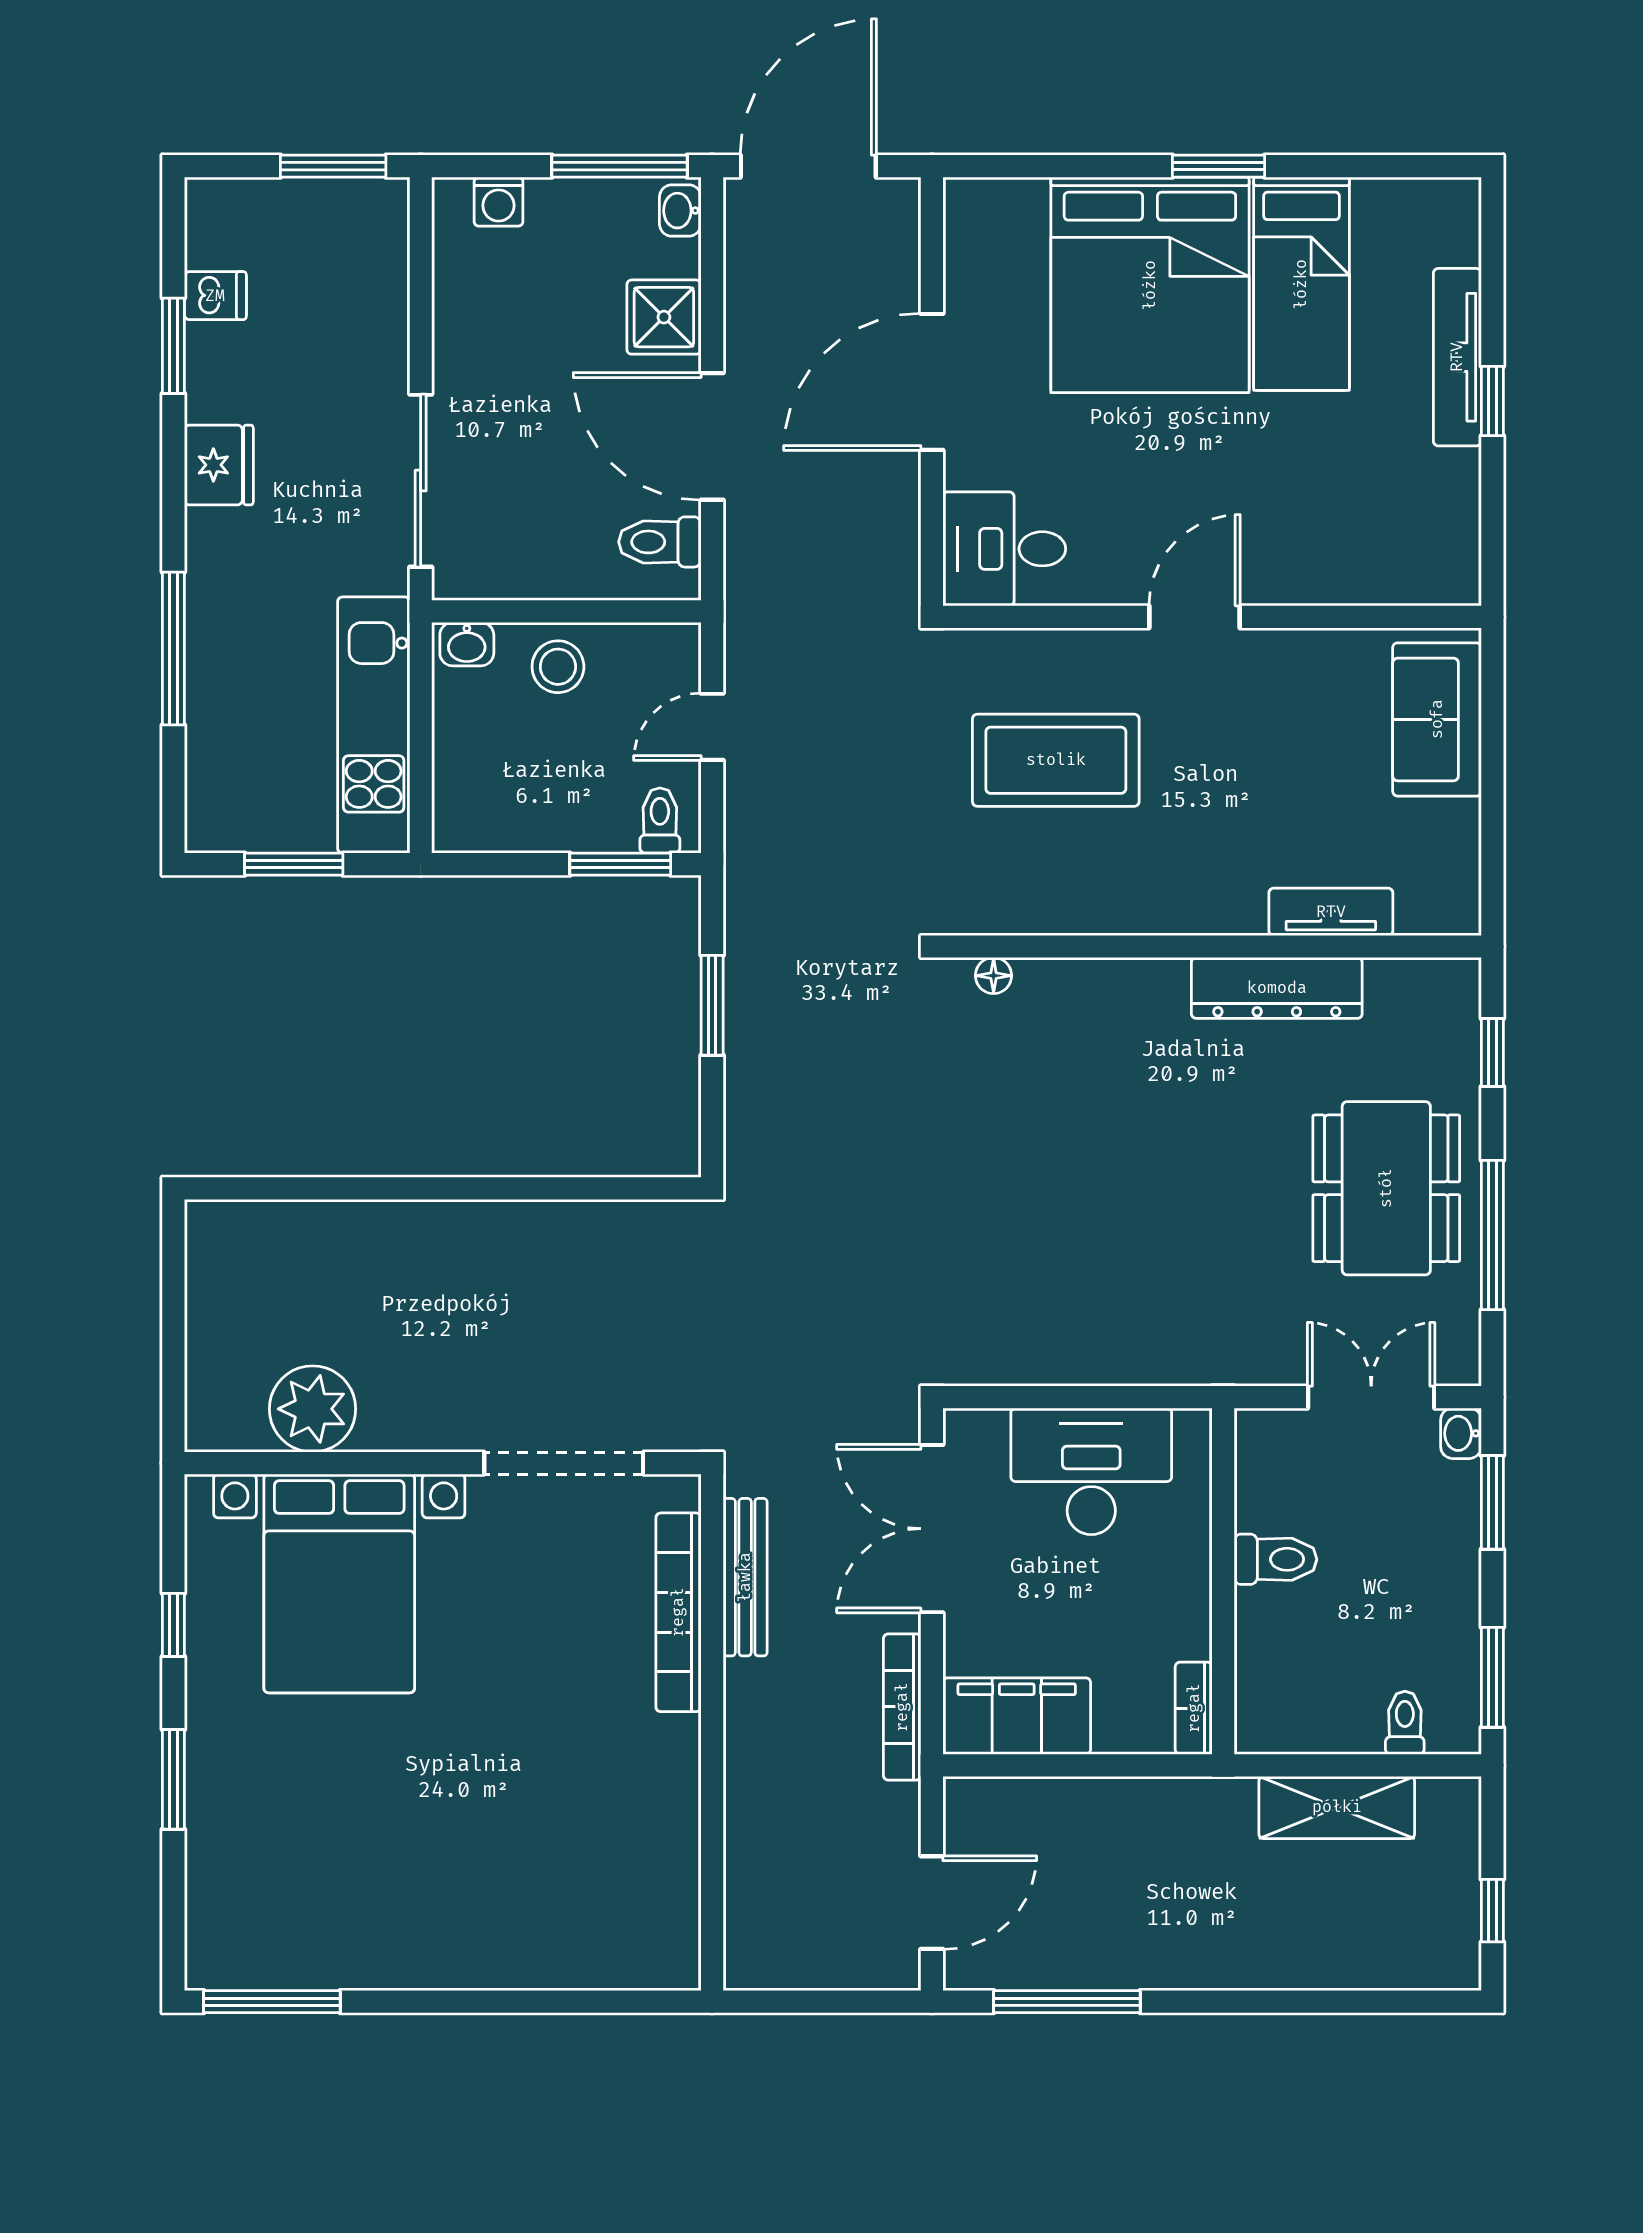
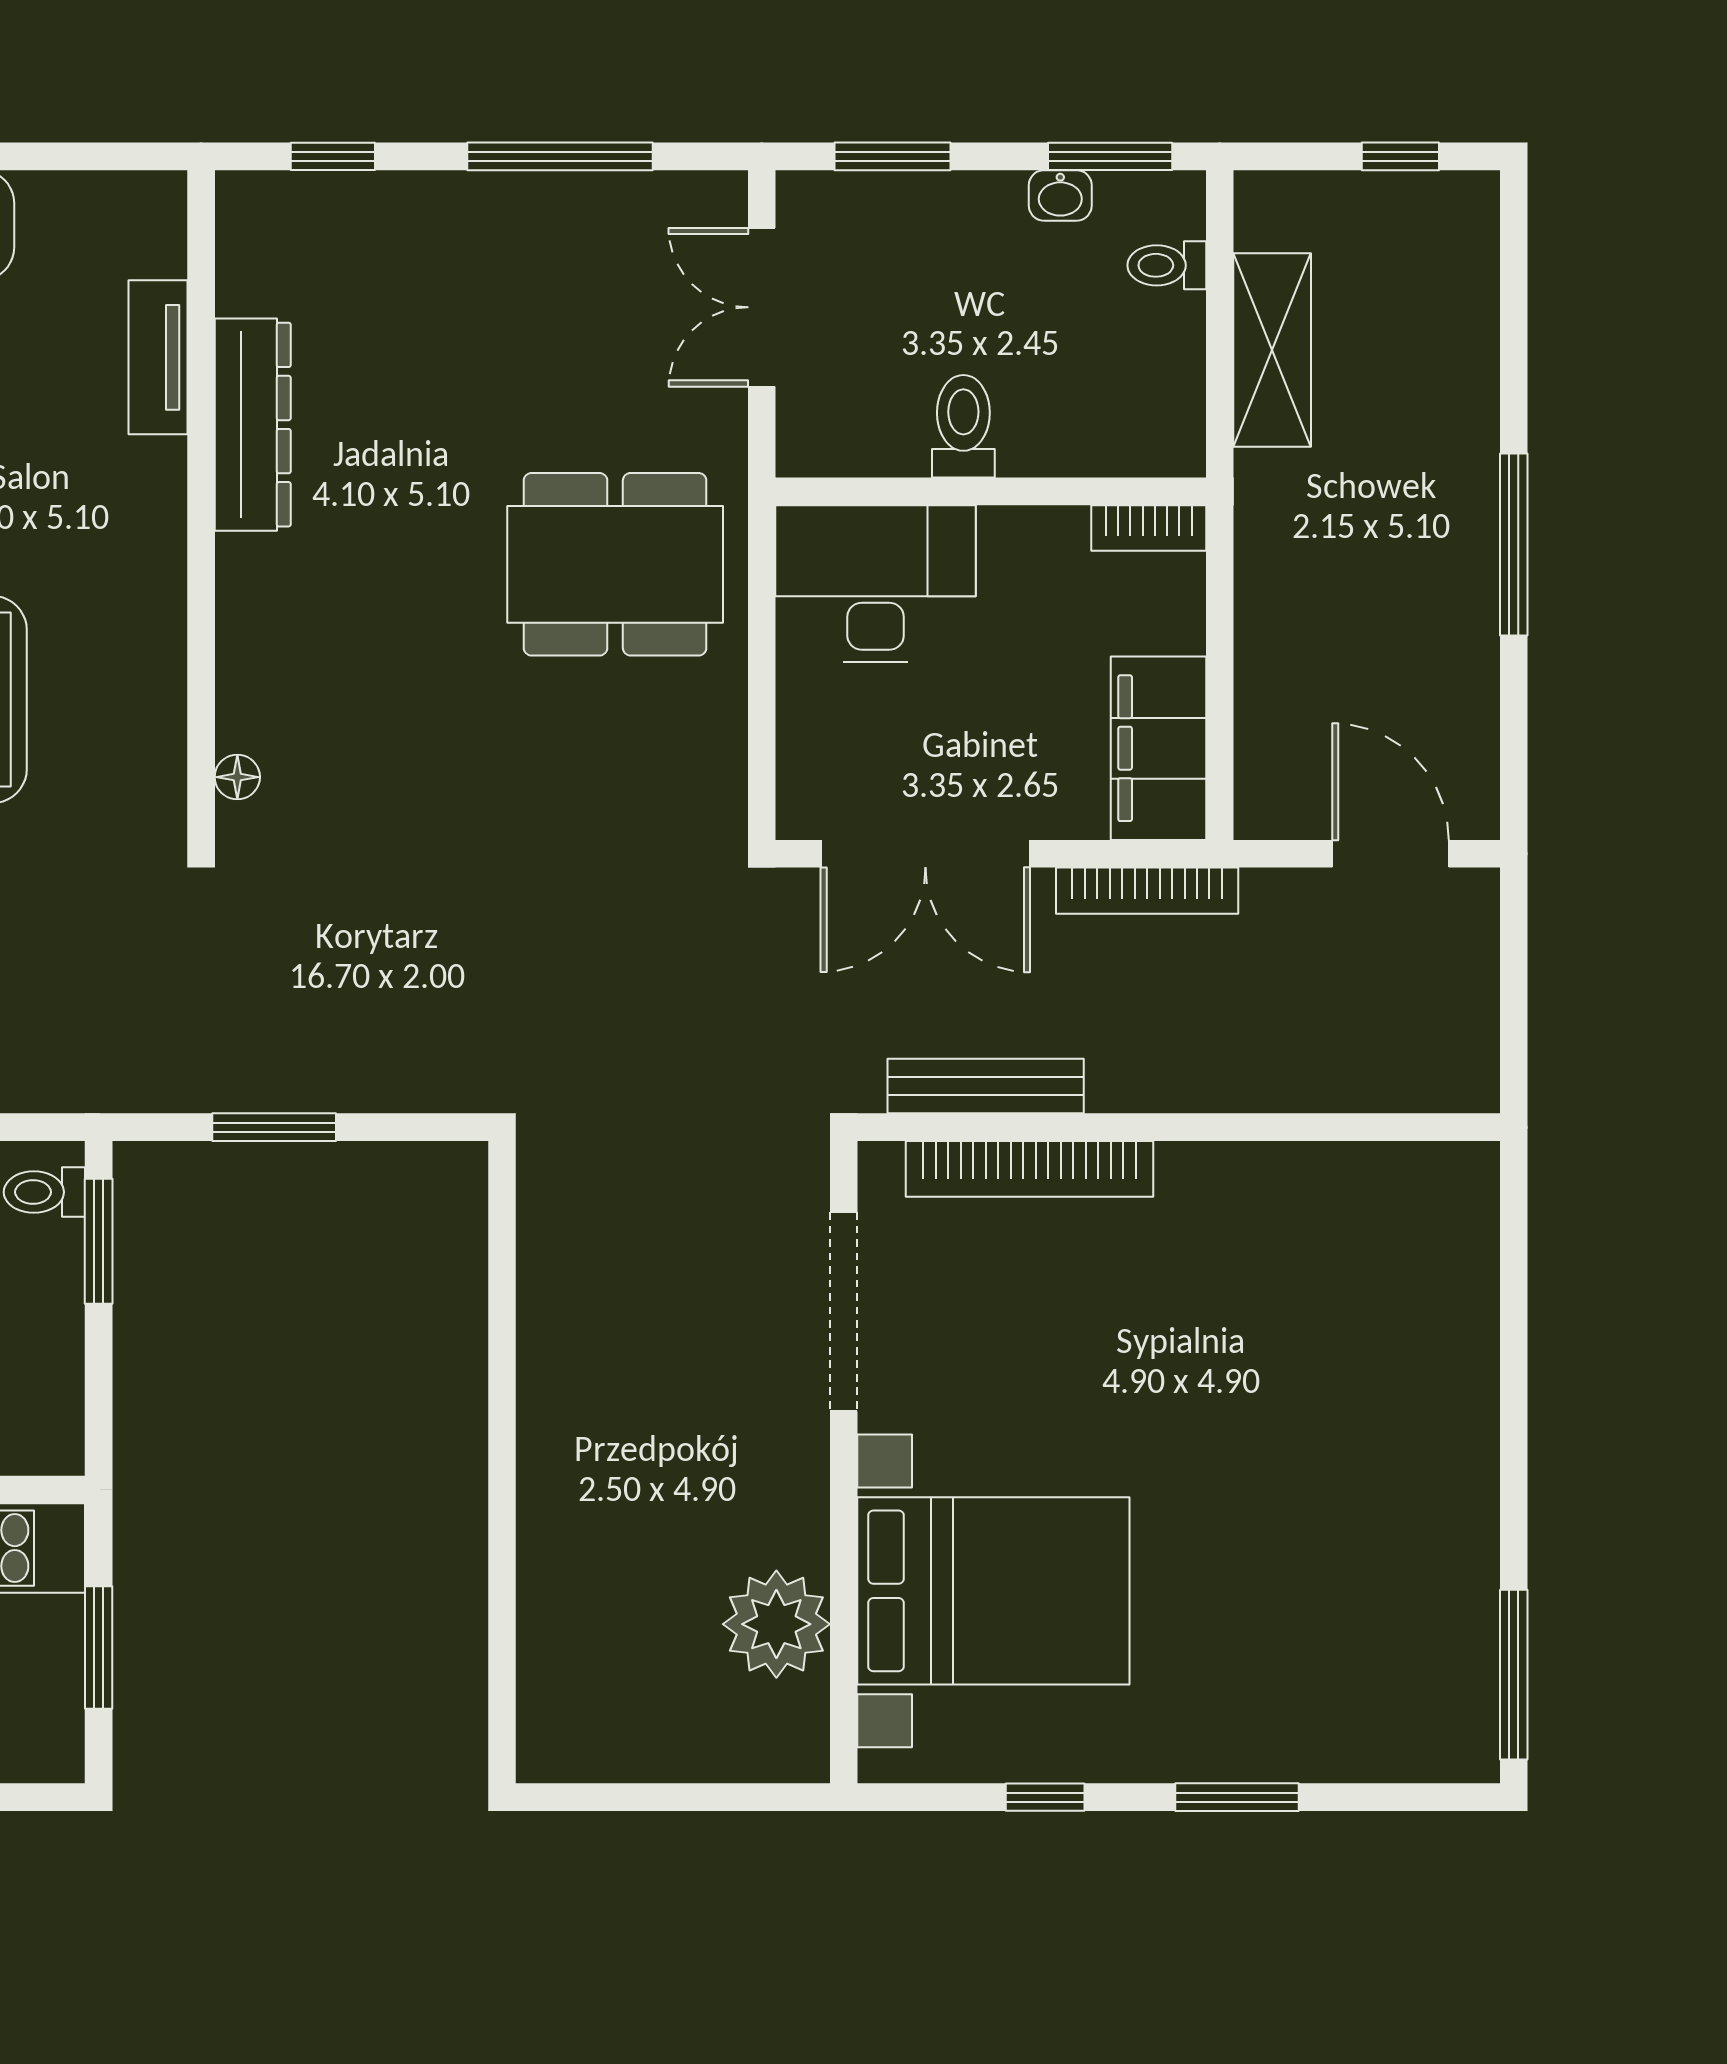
dining table: (1386, 1188) -> (615, 564), moved
washbasin: (1461, 1433) -> (1060, 195), moved
desk: (1091, 1471) -> (876, 584), moved, turned 90
window: (1067, 2002) -> (1514, 544), moved

